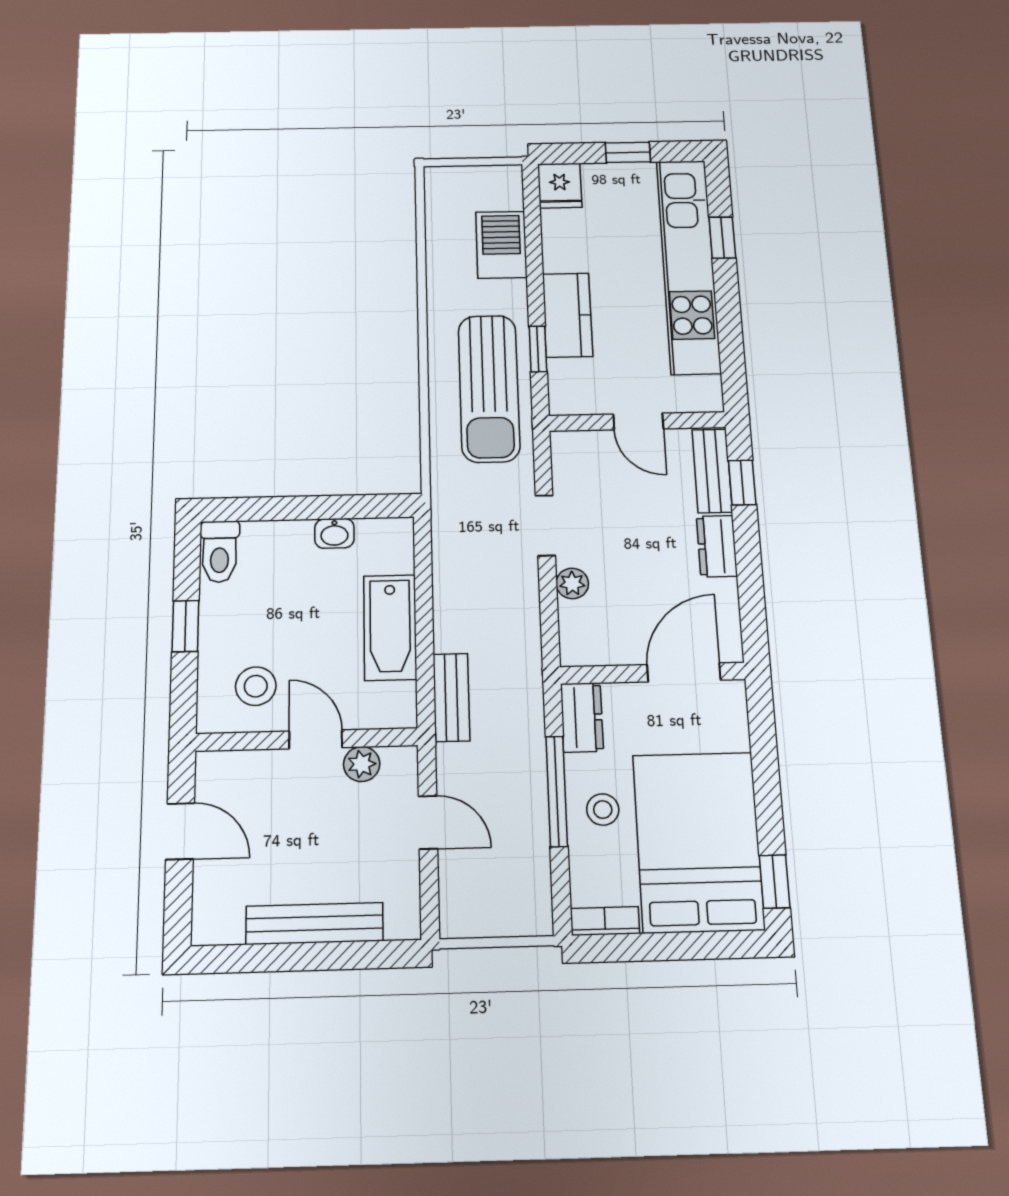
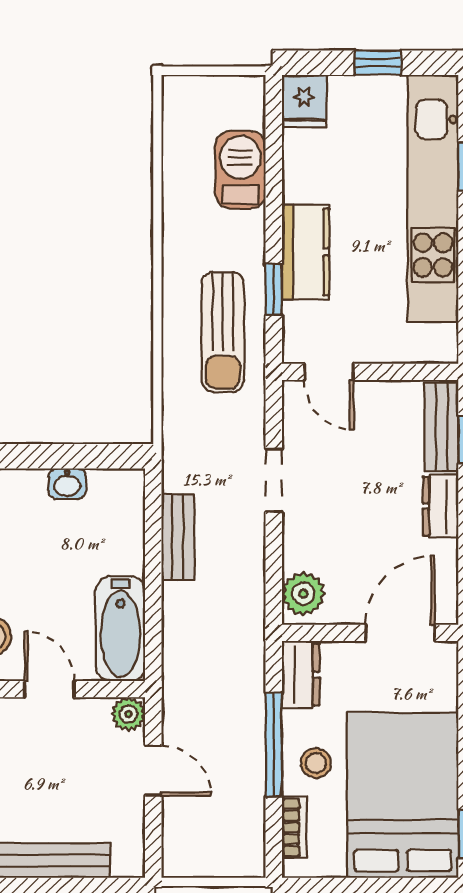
sun lounger: (489, 388) -> (223, 332), width x0.73, depth x0.75
door: (638, 422) -> (329, 372), moved
plant: (572, 583) -> (303, 594), moved, width x1.38, depth x1.38
bathtub: (390, 627) -> (120, 629), moved
bench: (451, 697) -> (178, 537), moved
plant: (362, 764) -> (128, 714), moved
bookcase: (605, 921) -> (294, 827), moved, turned 90

